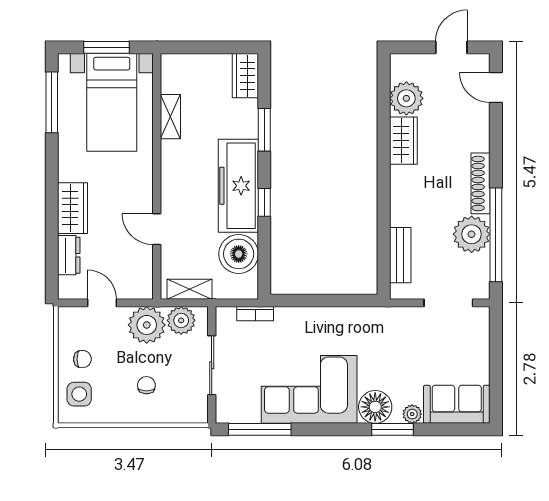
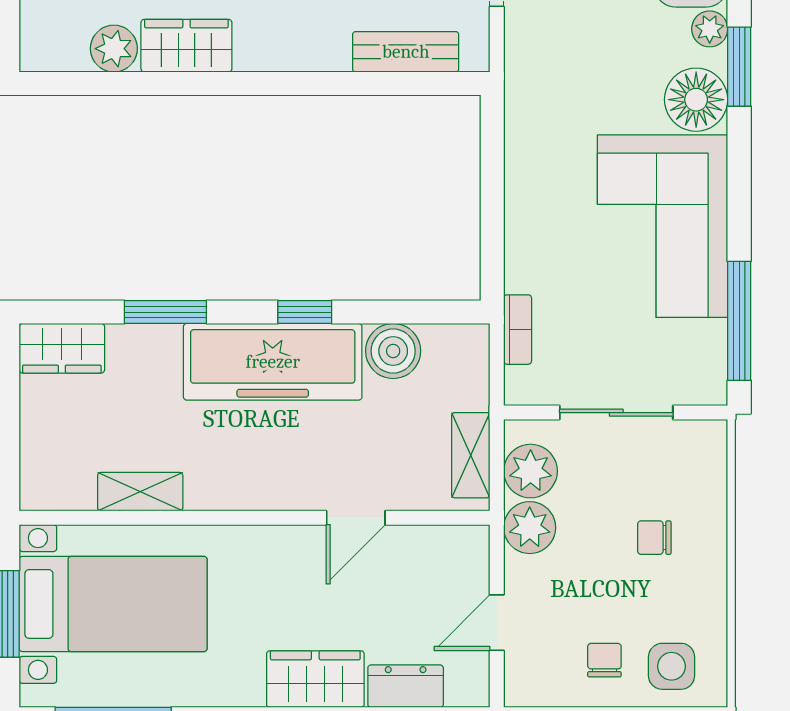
plant: (406, 98) -> (114, 49), width x0.73, depth x0.73
boiler: (239, 254) -> (393, 351), width x0.73, depth x0.73
plant: (147, 325) -> (530, 528), width x0.73, depth x0.73

